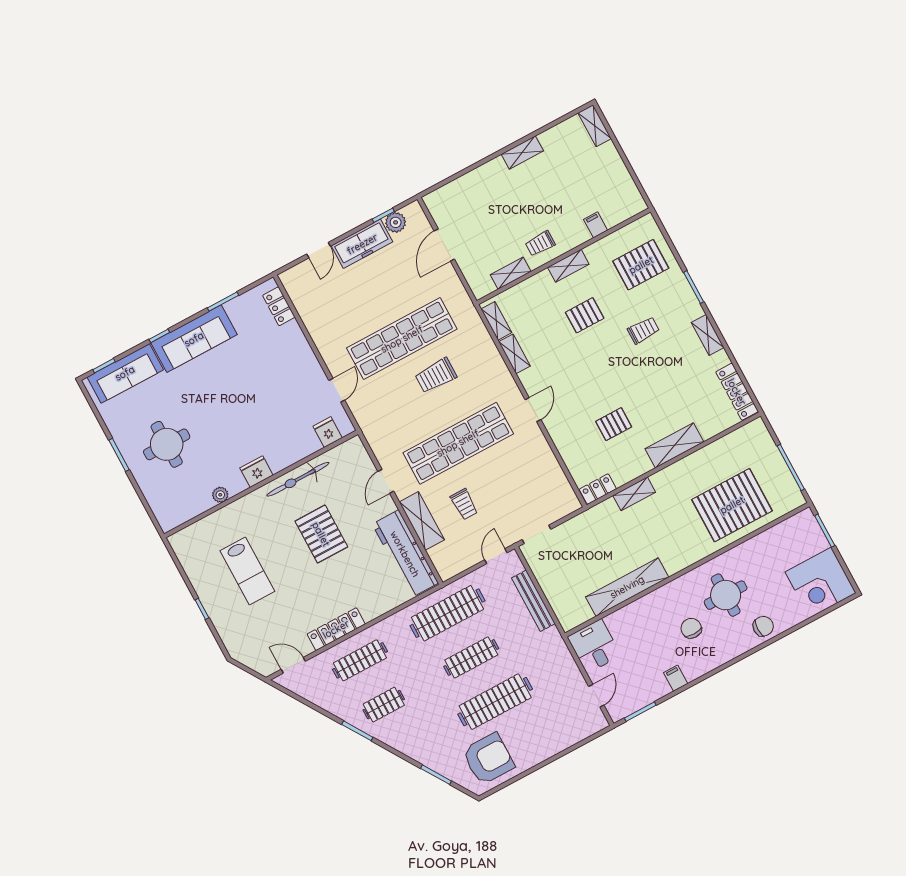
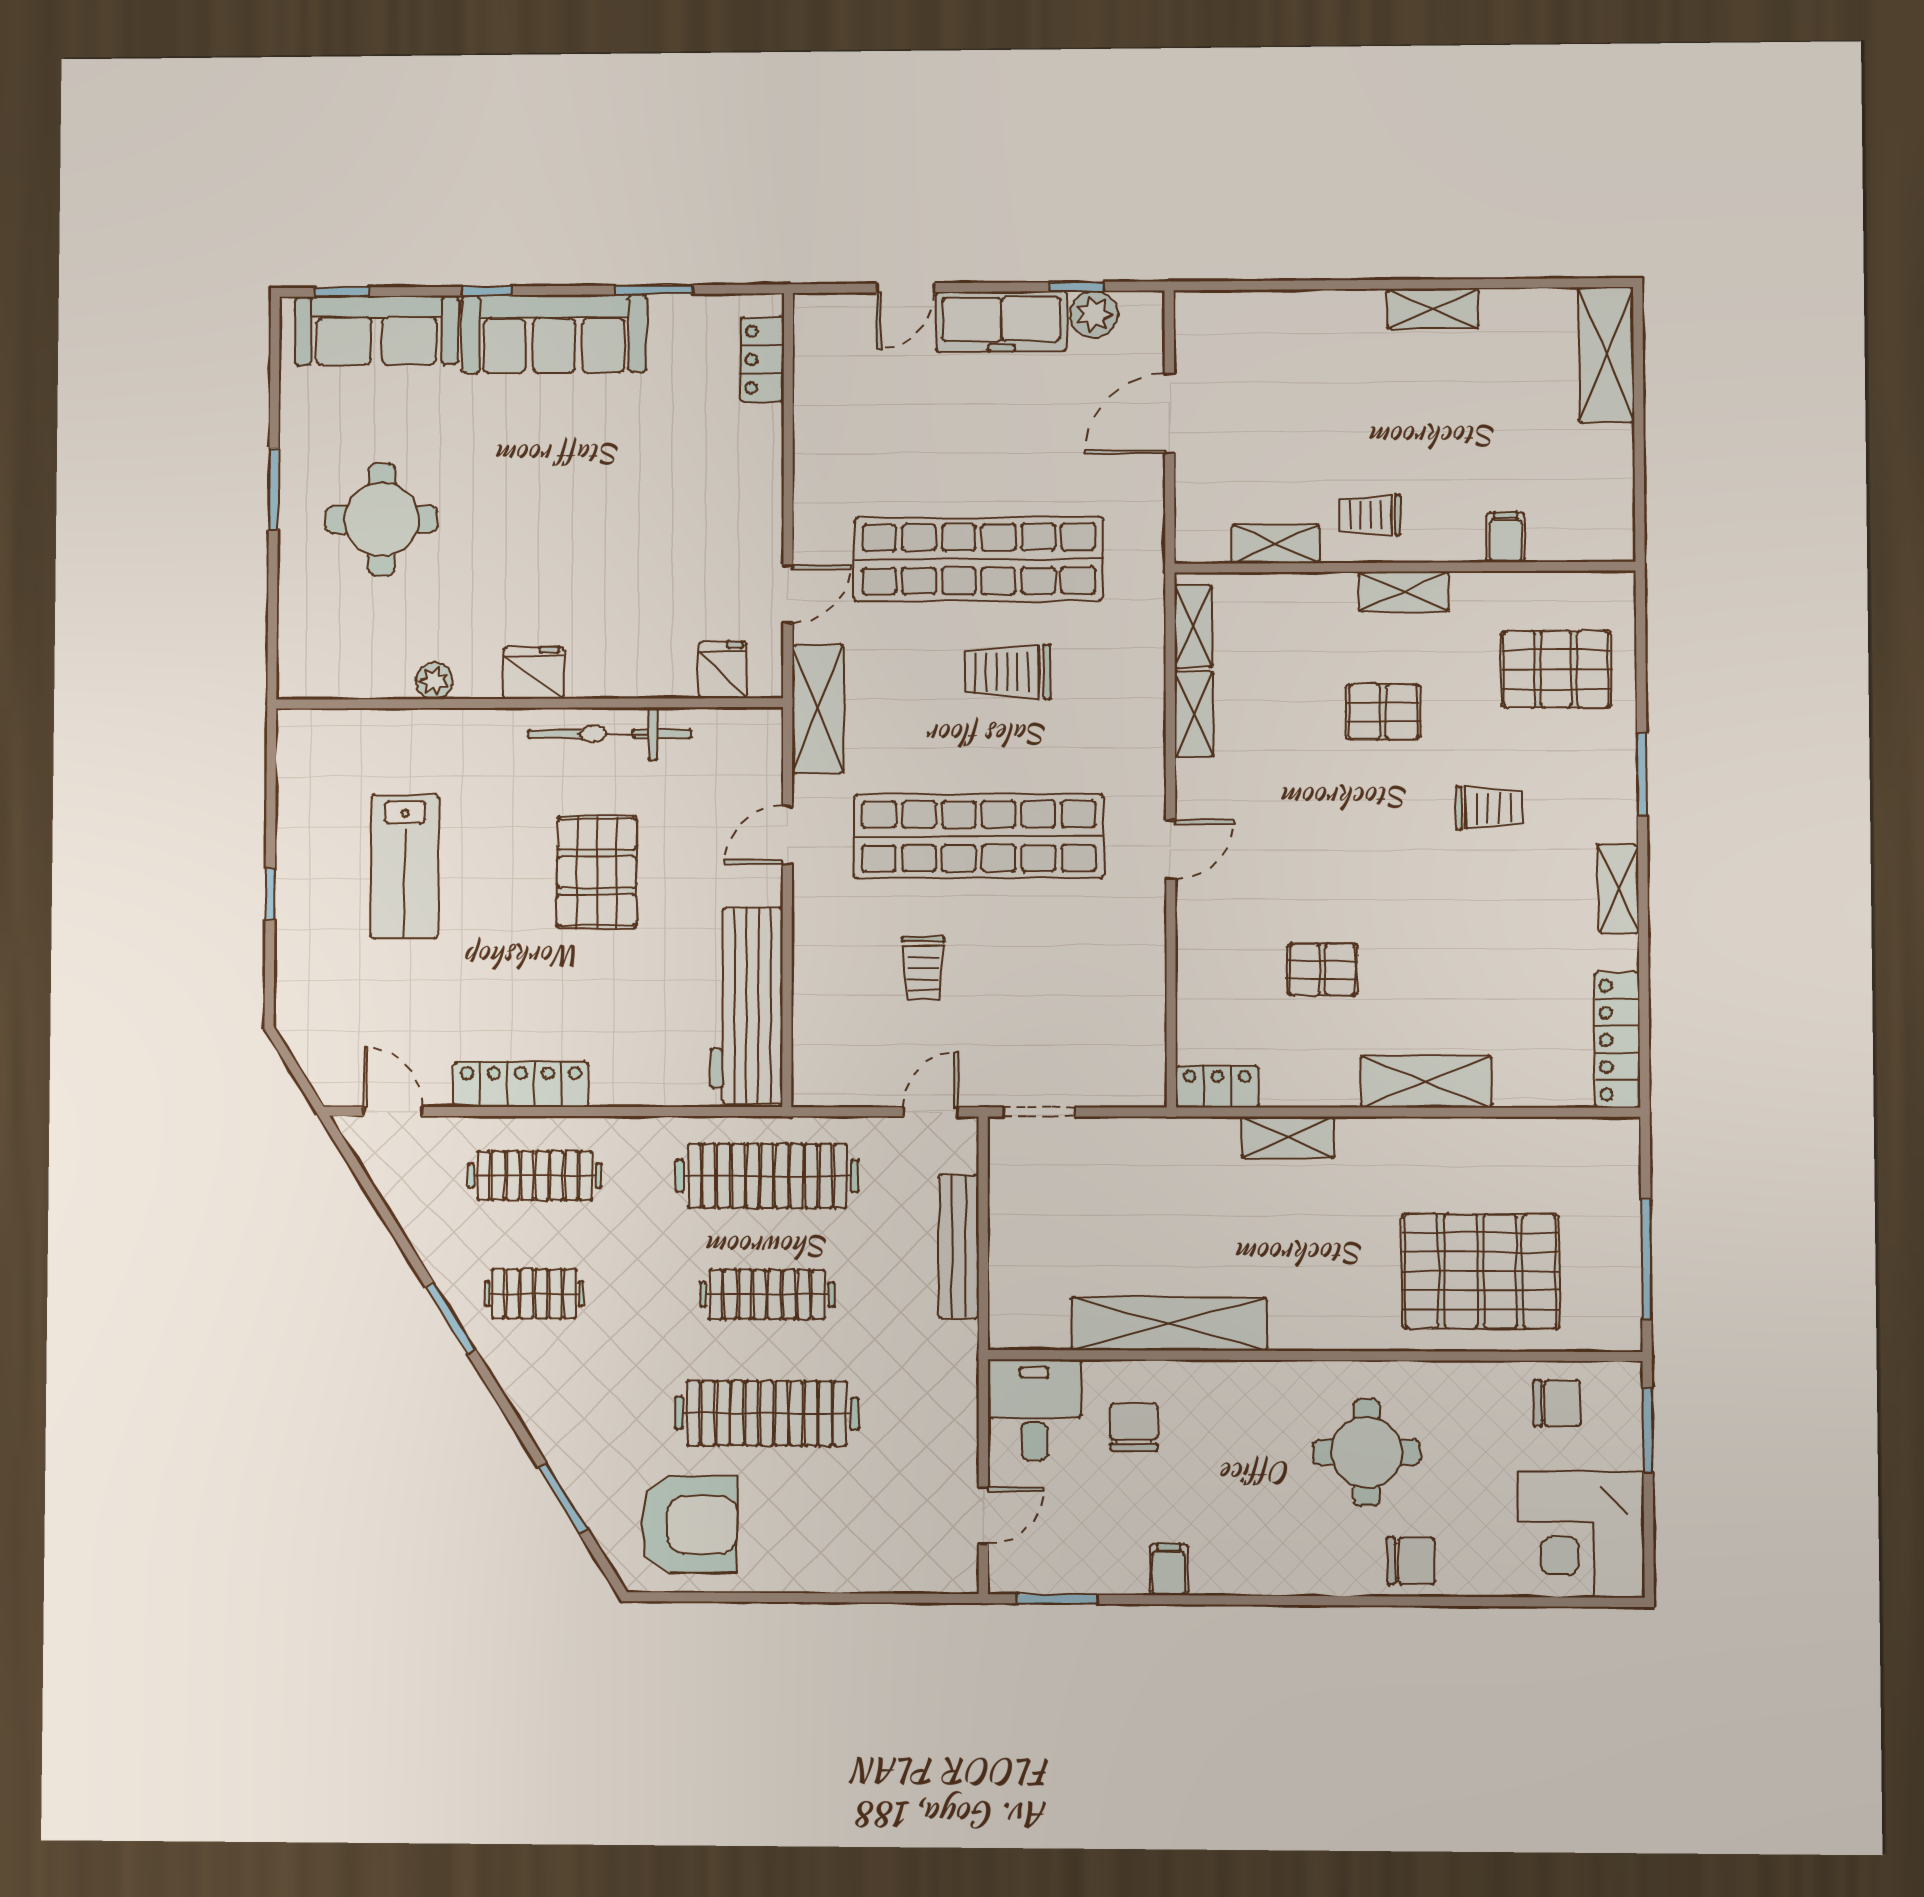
shelving: (595, 126) -> (1606, 355), width x1.50, depth x1.33
shelving: (422, 521) -> (818, 709), moved
chair: (786, 539) -> (1557, 1403), added
chair: (691, 628) -> (1134, 1427), moved

